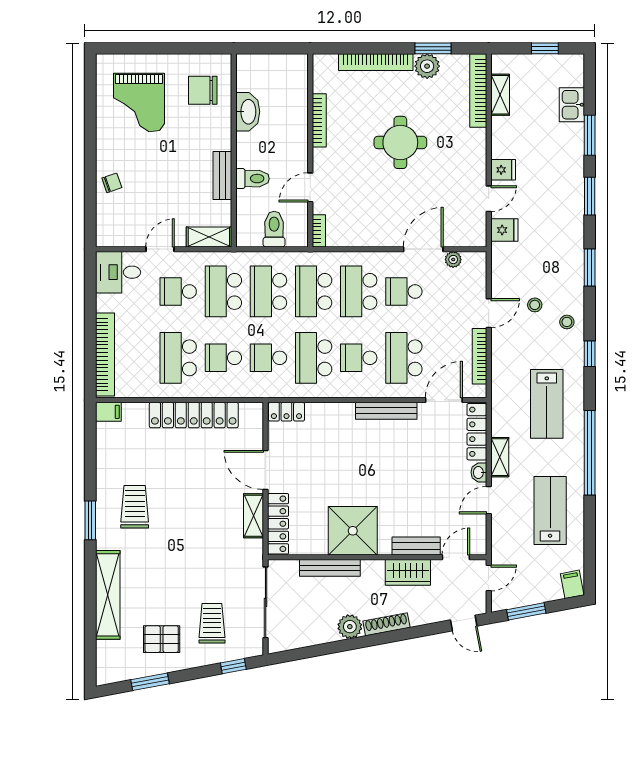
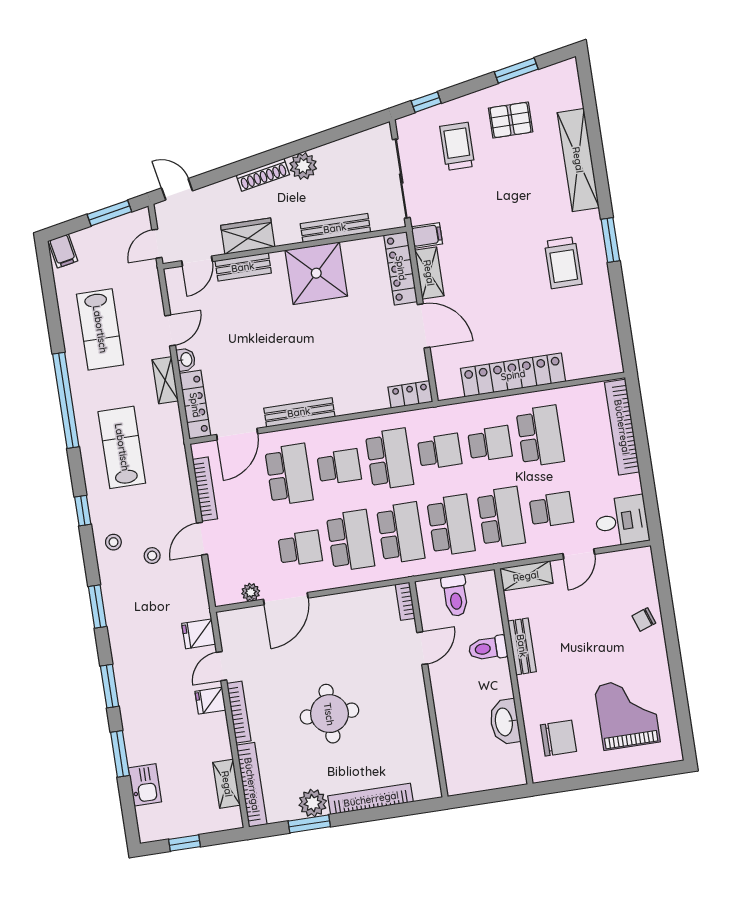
bookcase: (319, 120) -> (239, 712), moved, turned 180
filing cabinet: (108, 412) -> (427, 235), moved, turned 180
trolley: (212, 623) -> (457, 146), turned 180

